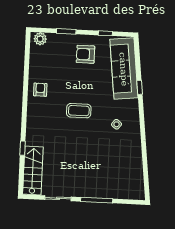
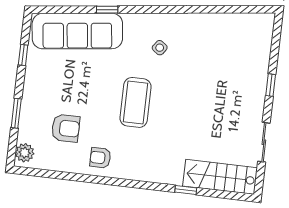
armchair: (85, 54) -> (66, 128), moved, turned -90
coffee table: (79, 111) -> (135, 102), width x1.36, depth x1.32
window: (97, 200) -> (271, 85), width x0.46

